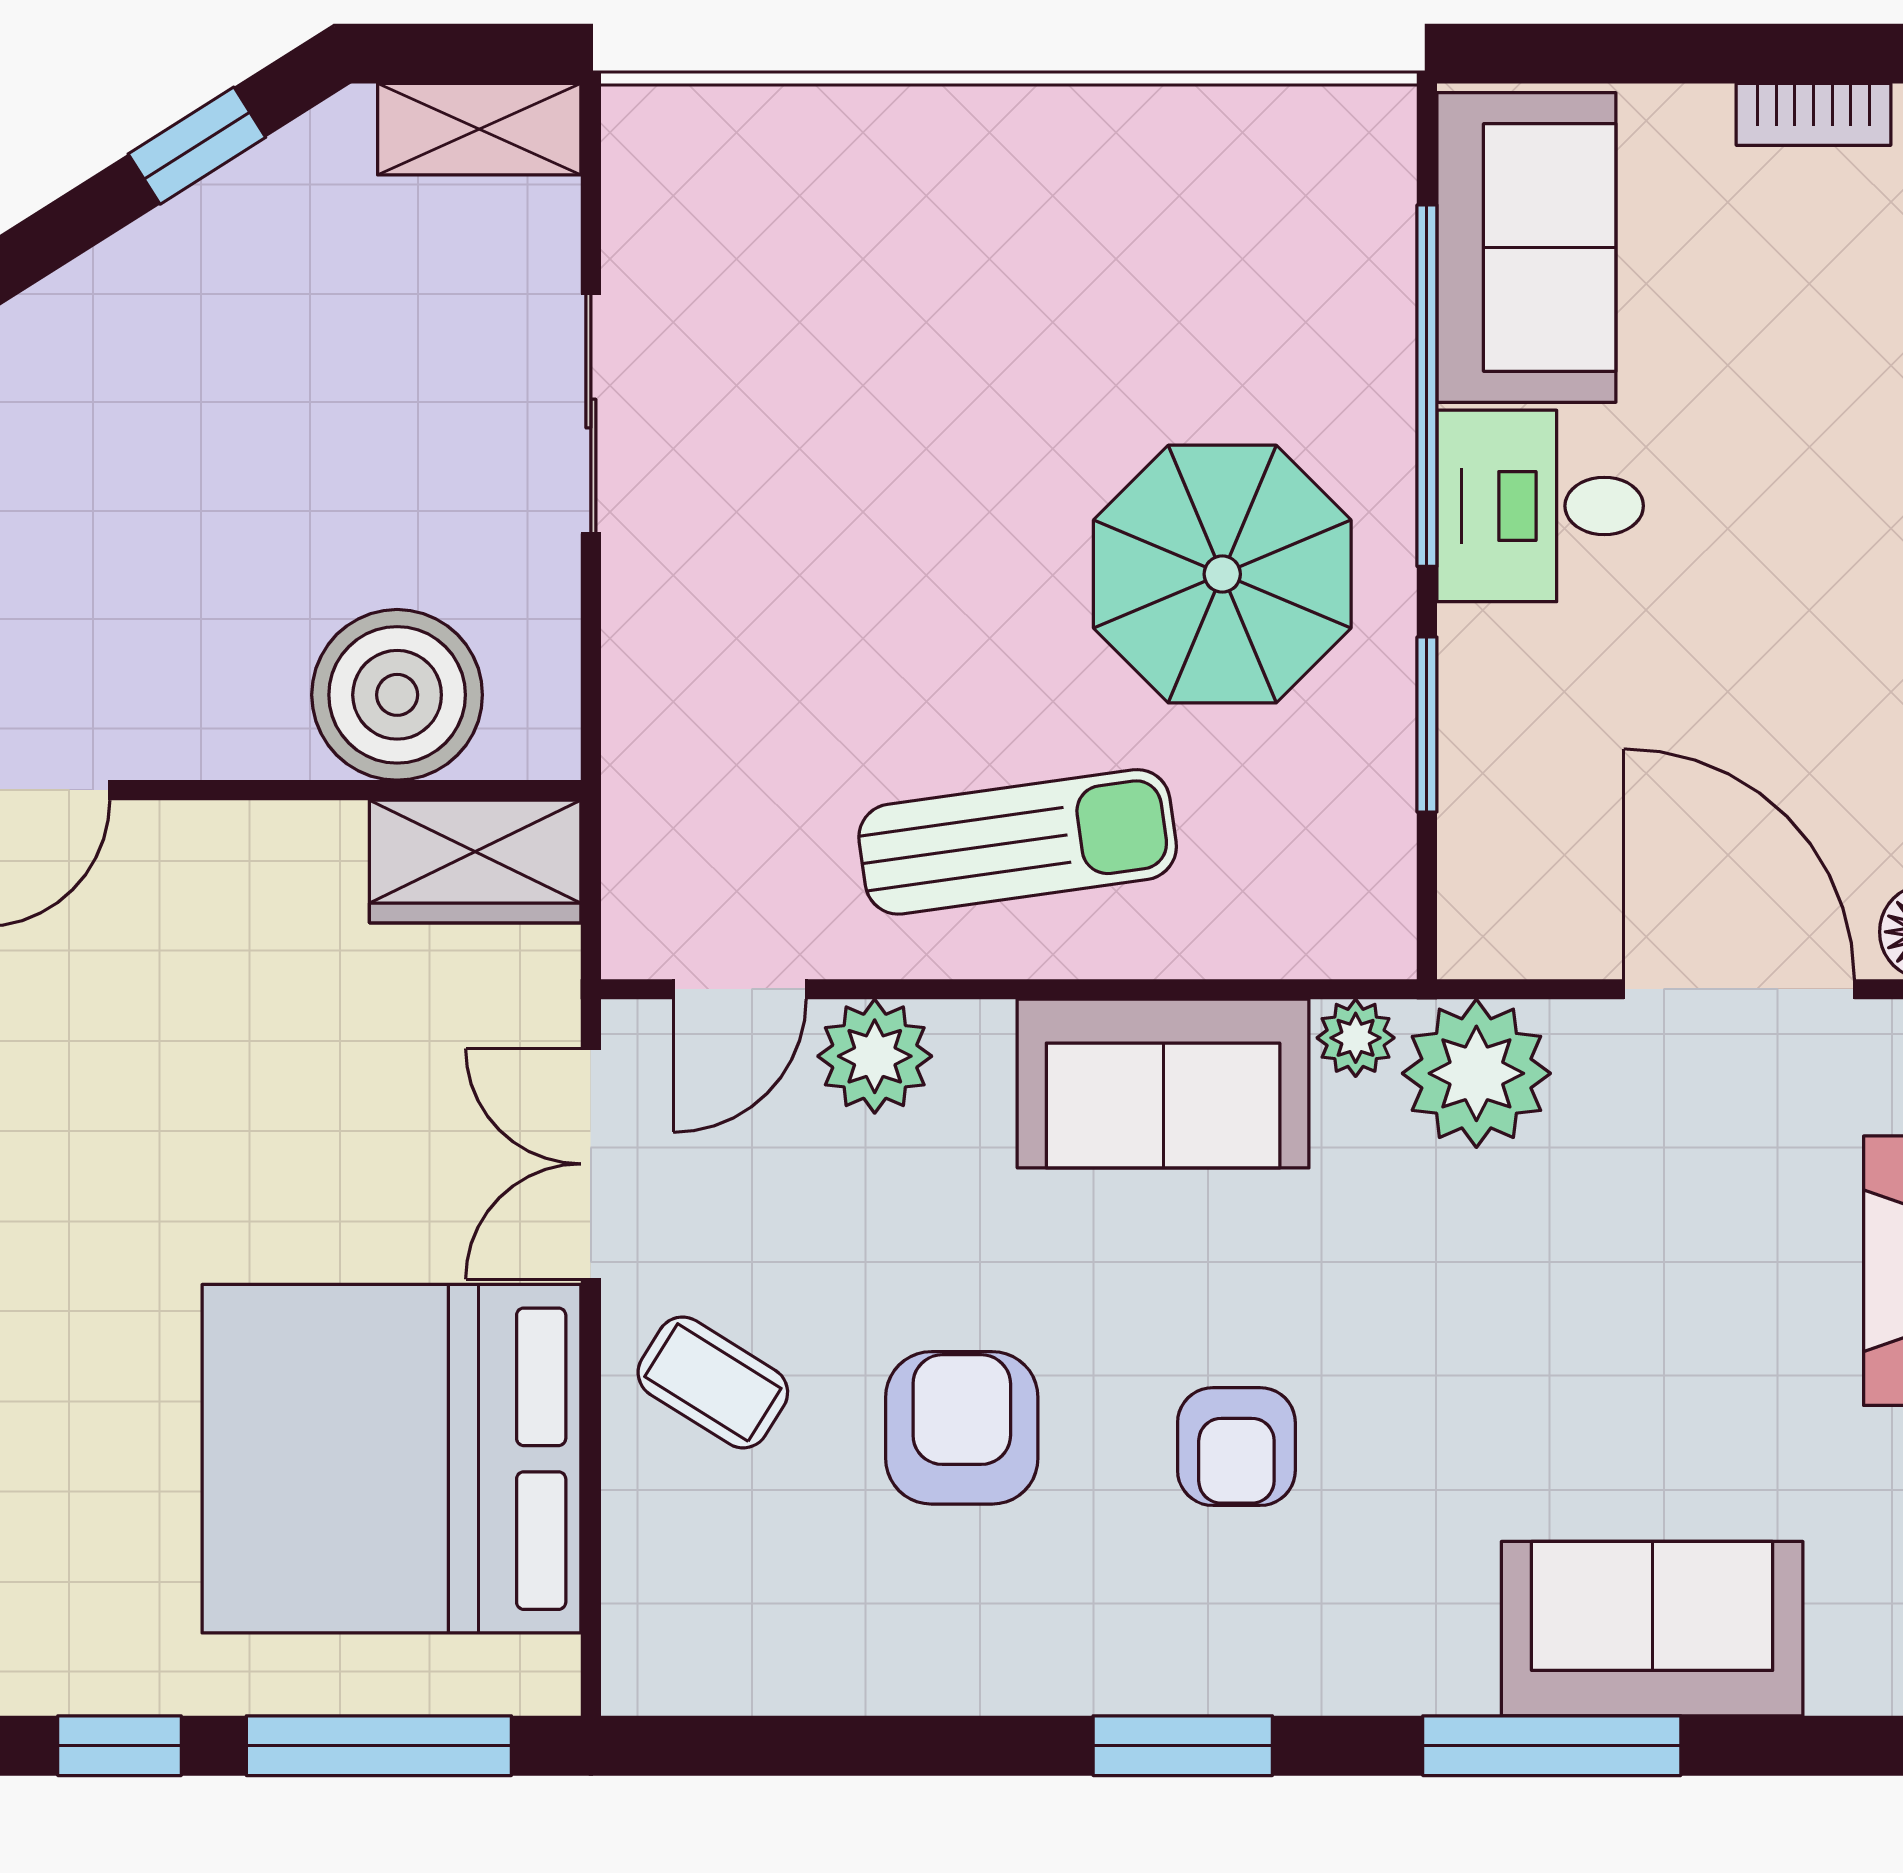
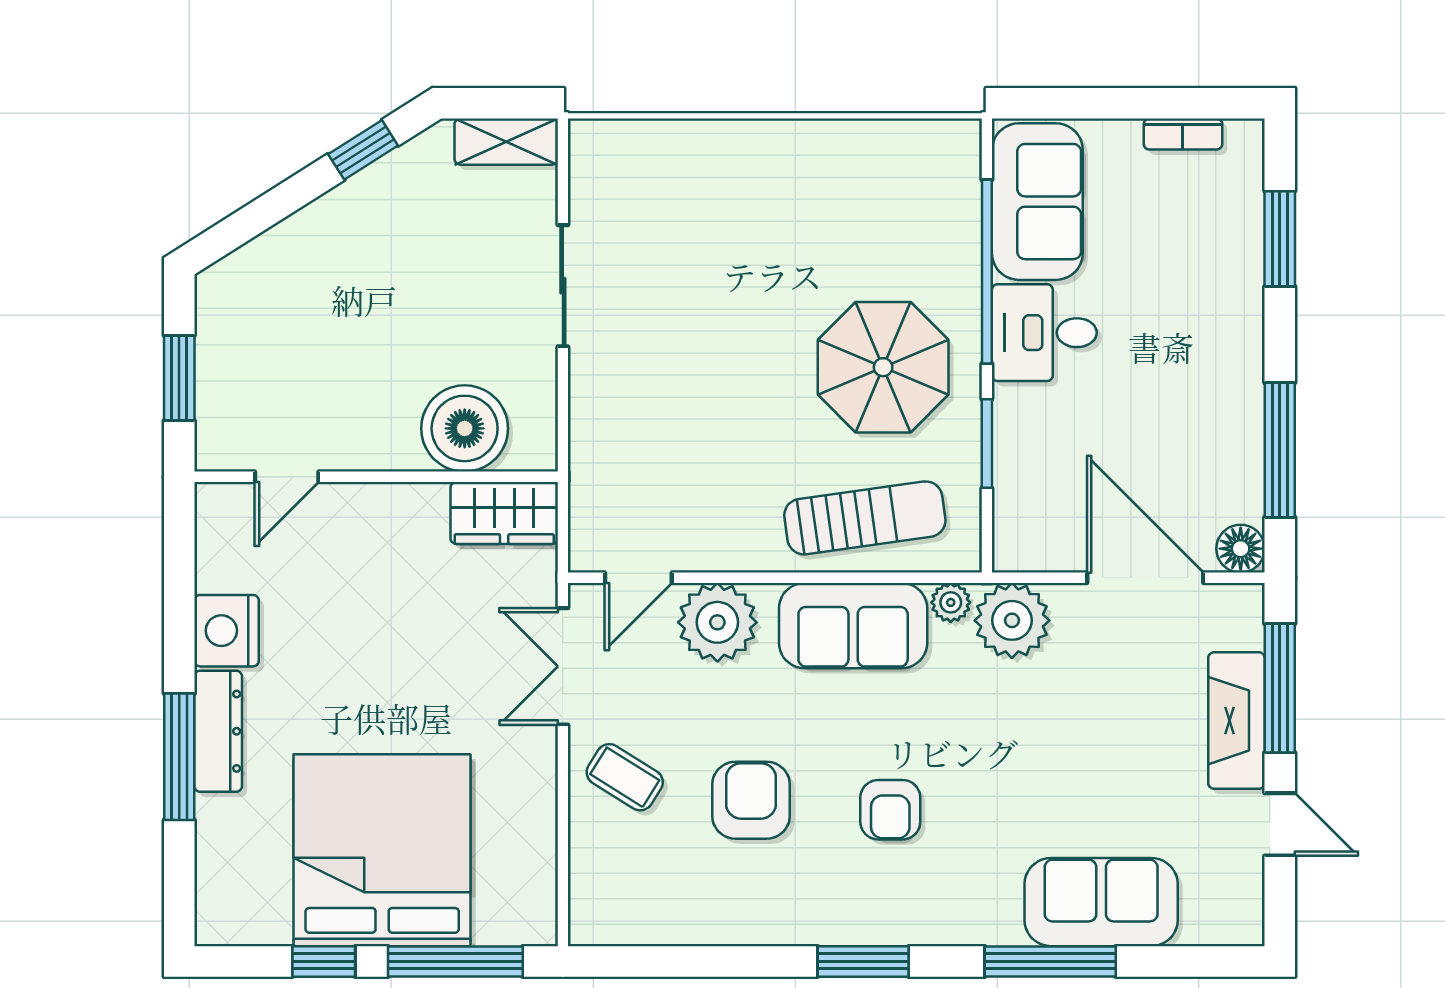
sun lounger: (1018, 842) -> (865, 518), moved
plant: (875, 1056) -> (717, 622), width x1.36, depth x1.36
bed: (392, 1459) -> (382, 850), moved, turned 90

